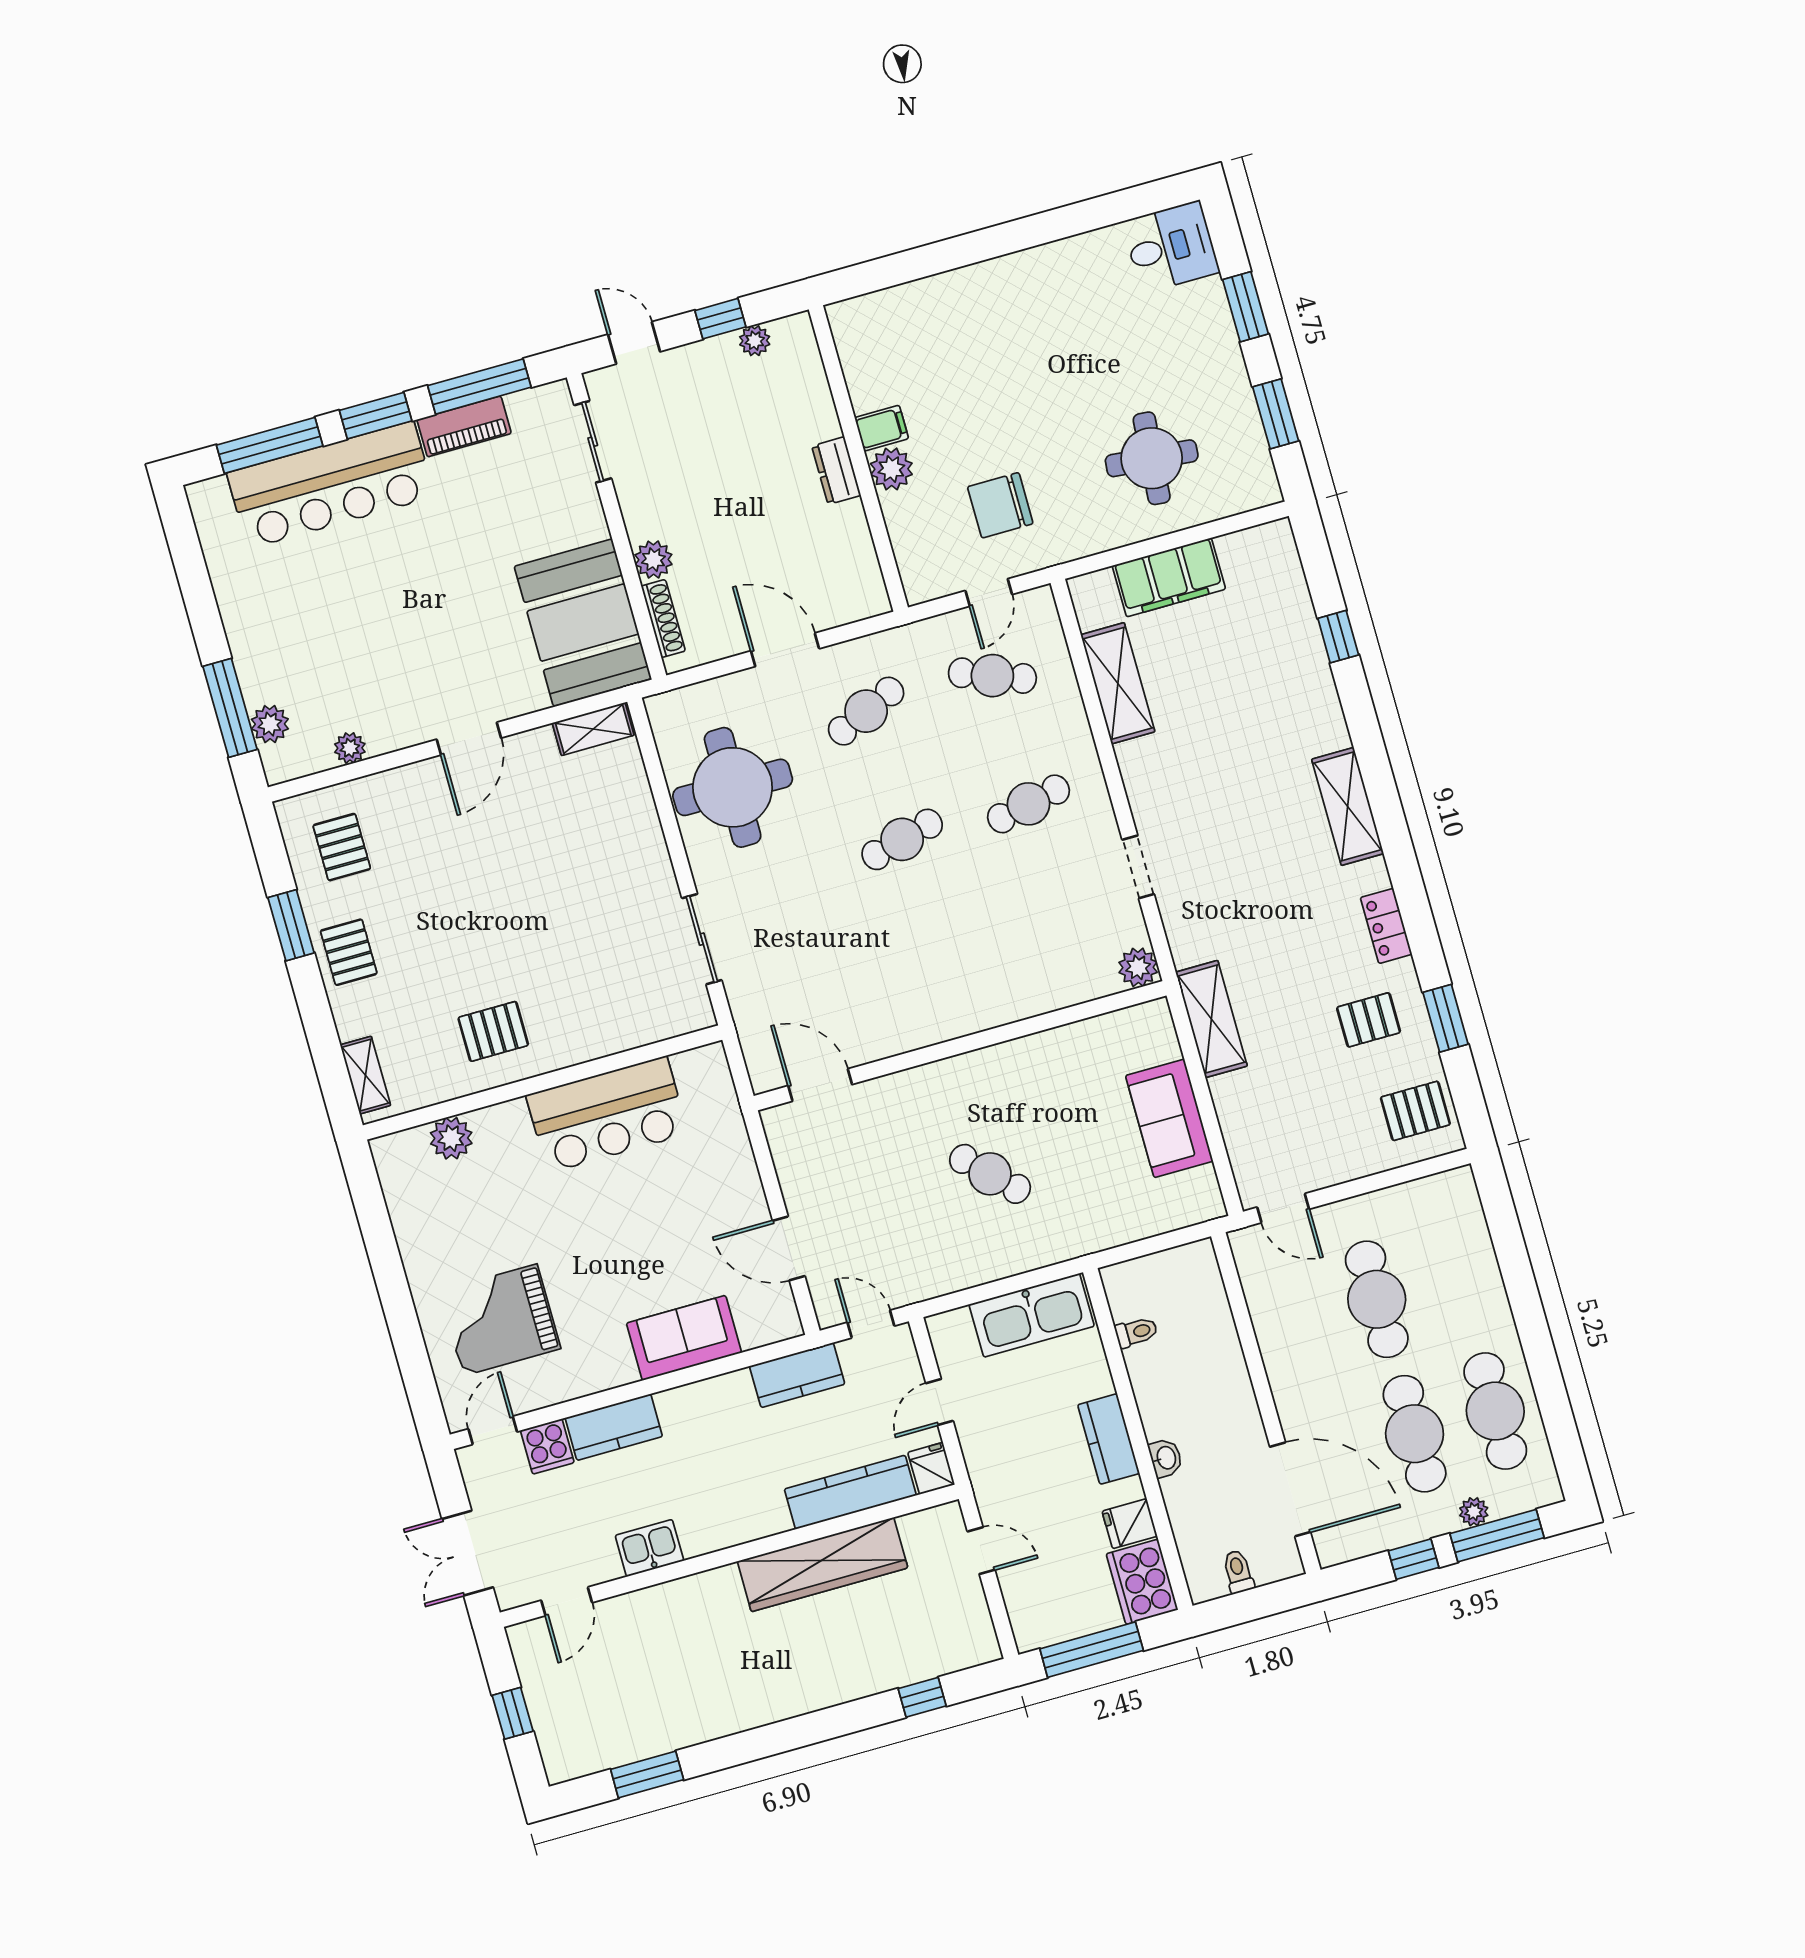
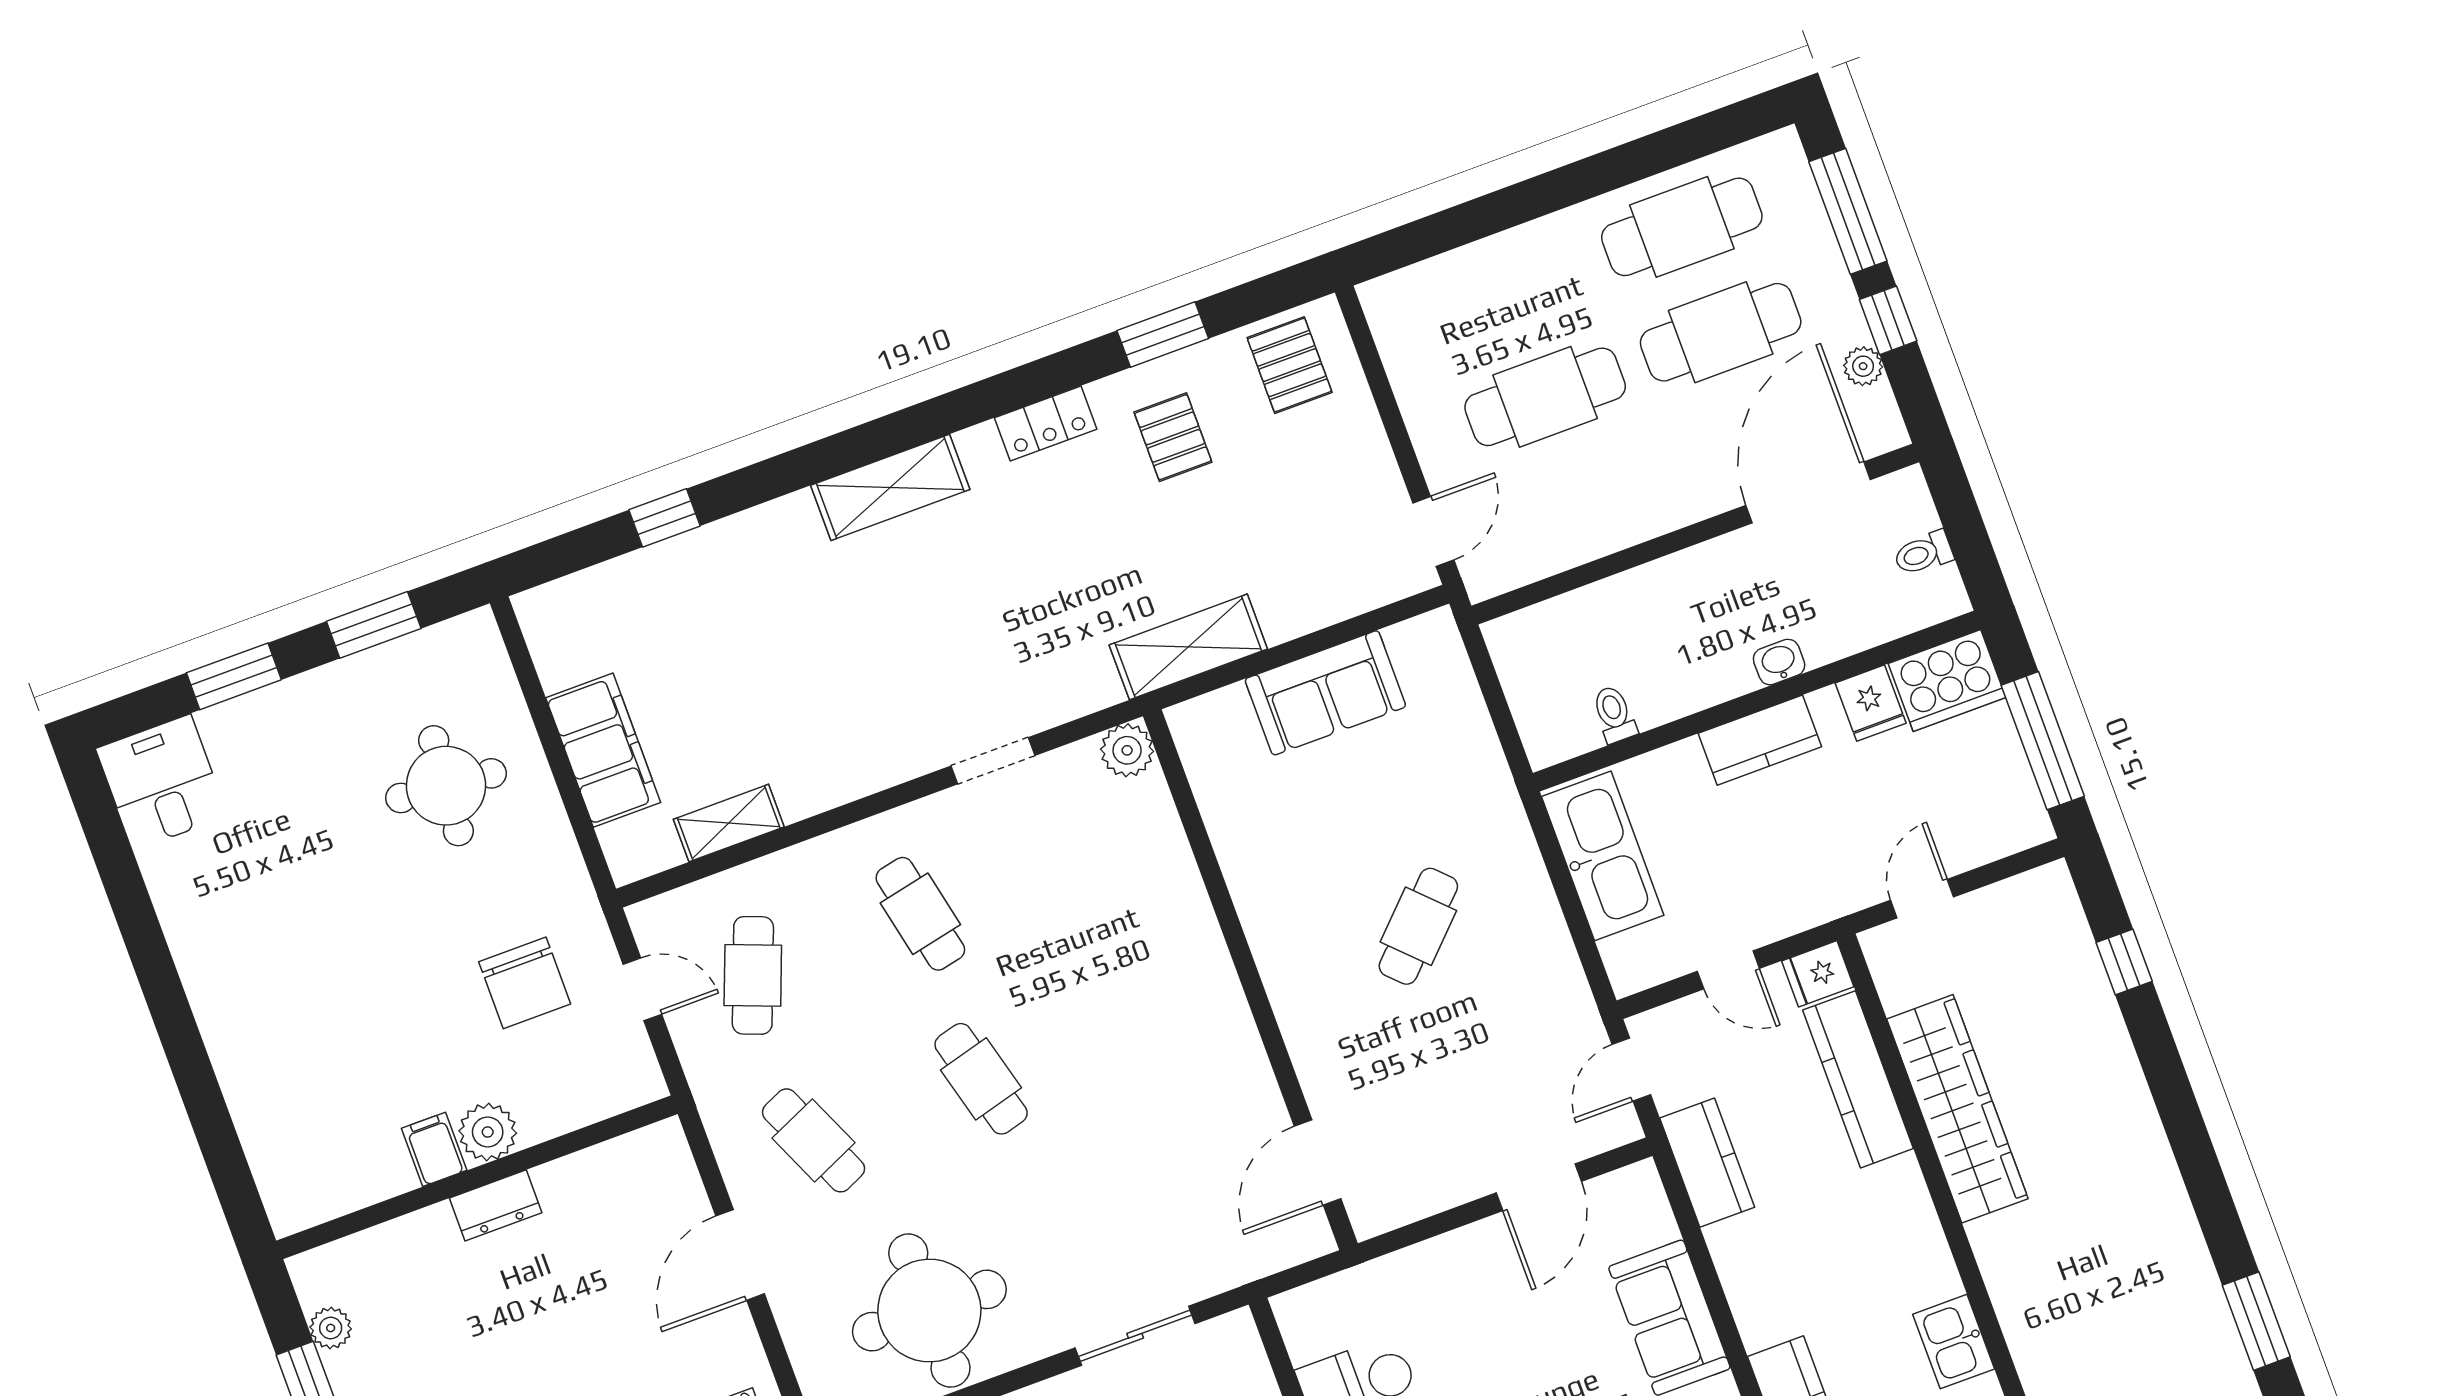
shelving: (1118, 683) -> (729, 823), width x0.67, depth x0.75
plant: (1474, 1512) -> (1863, 366), moved

